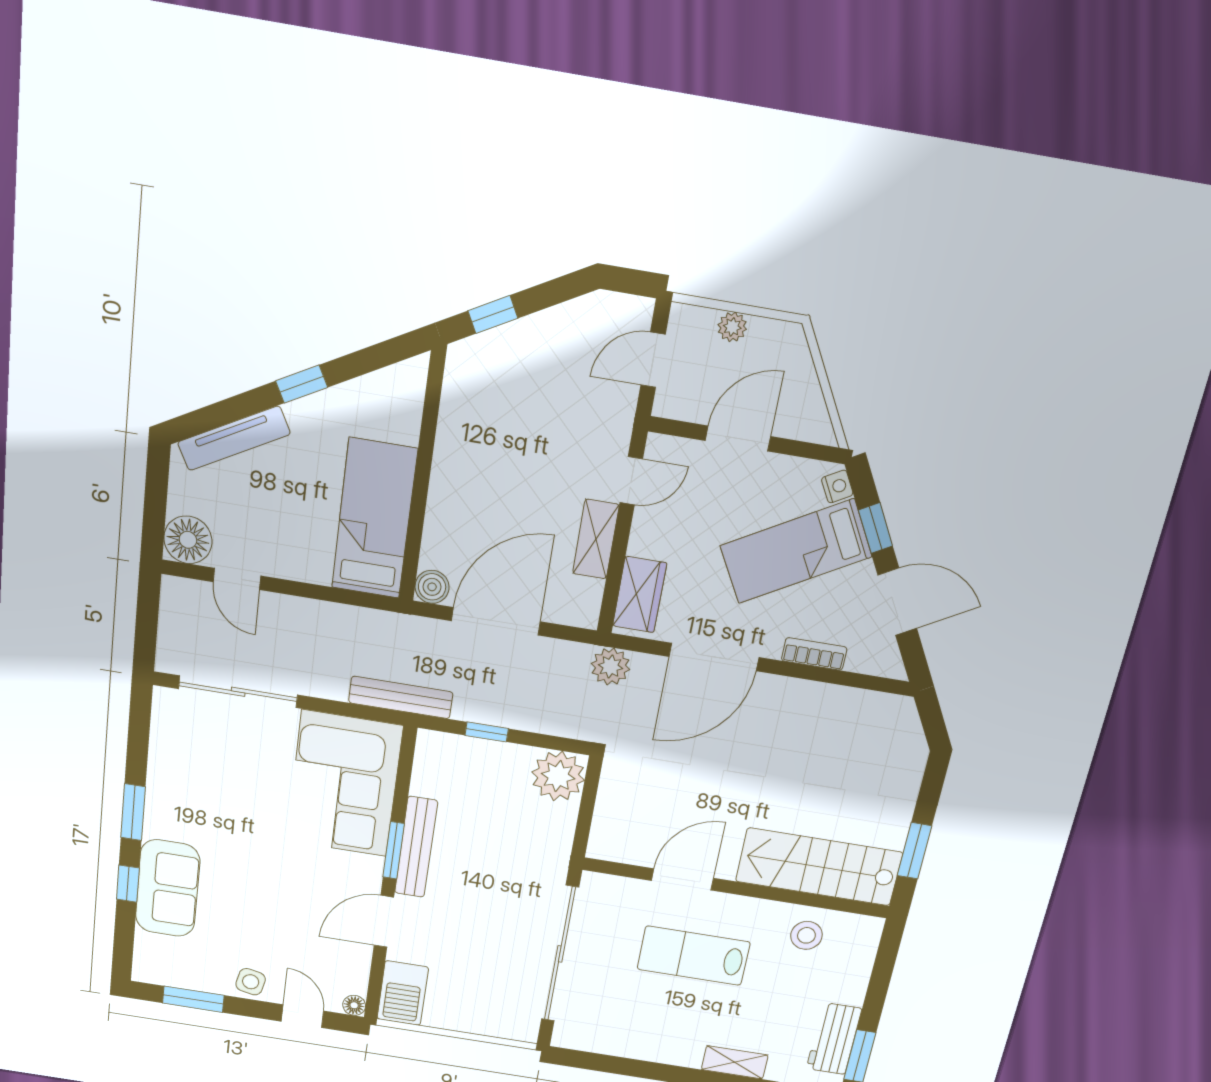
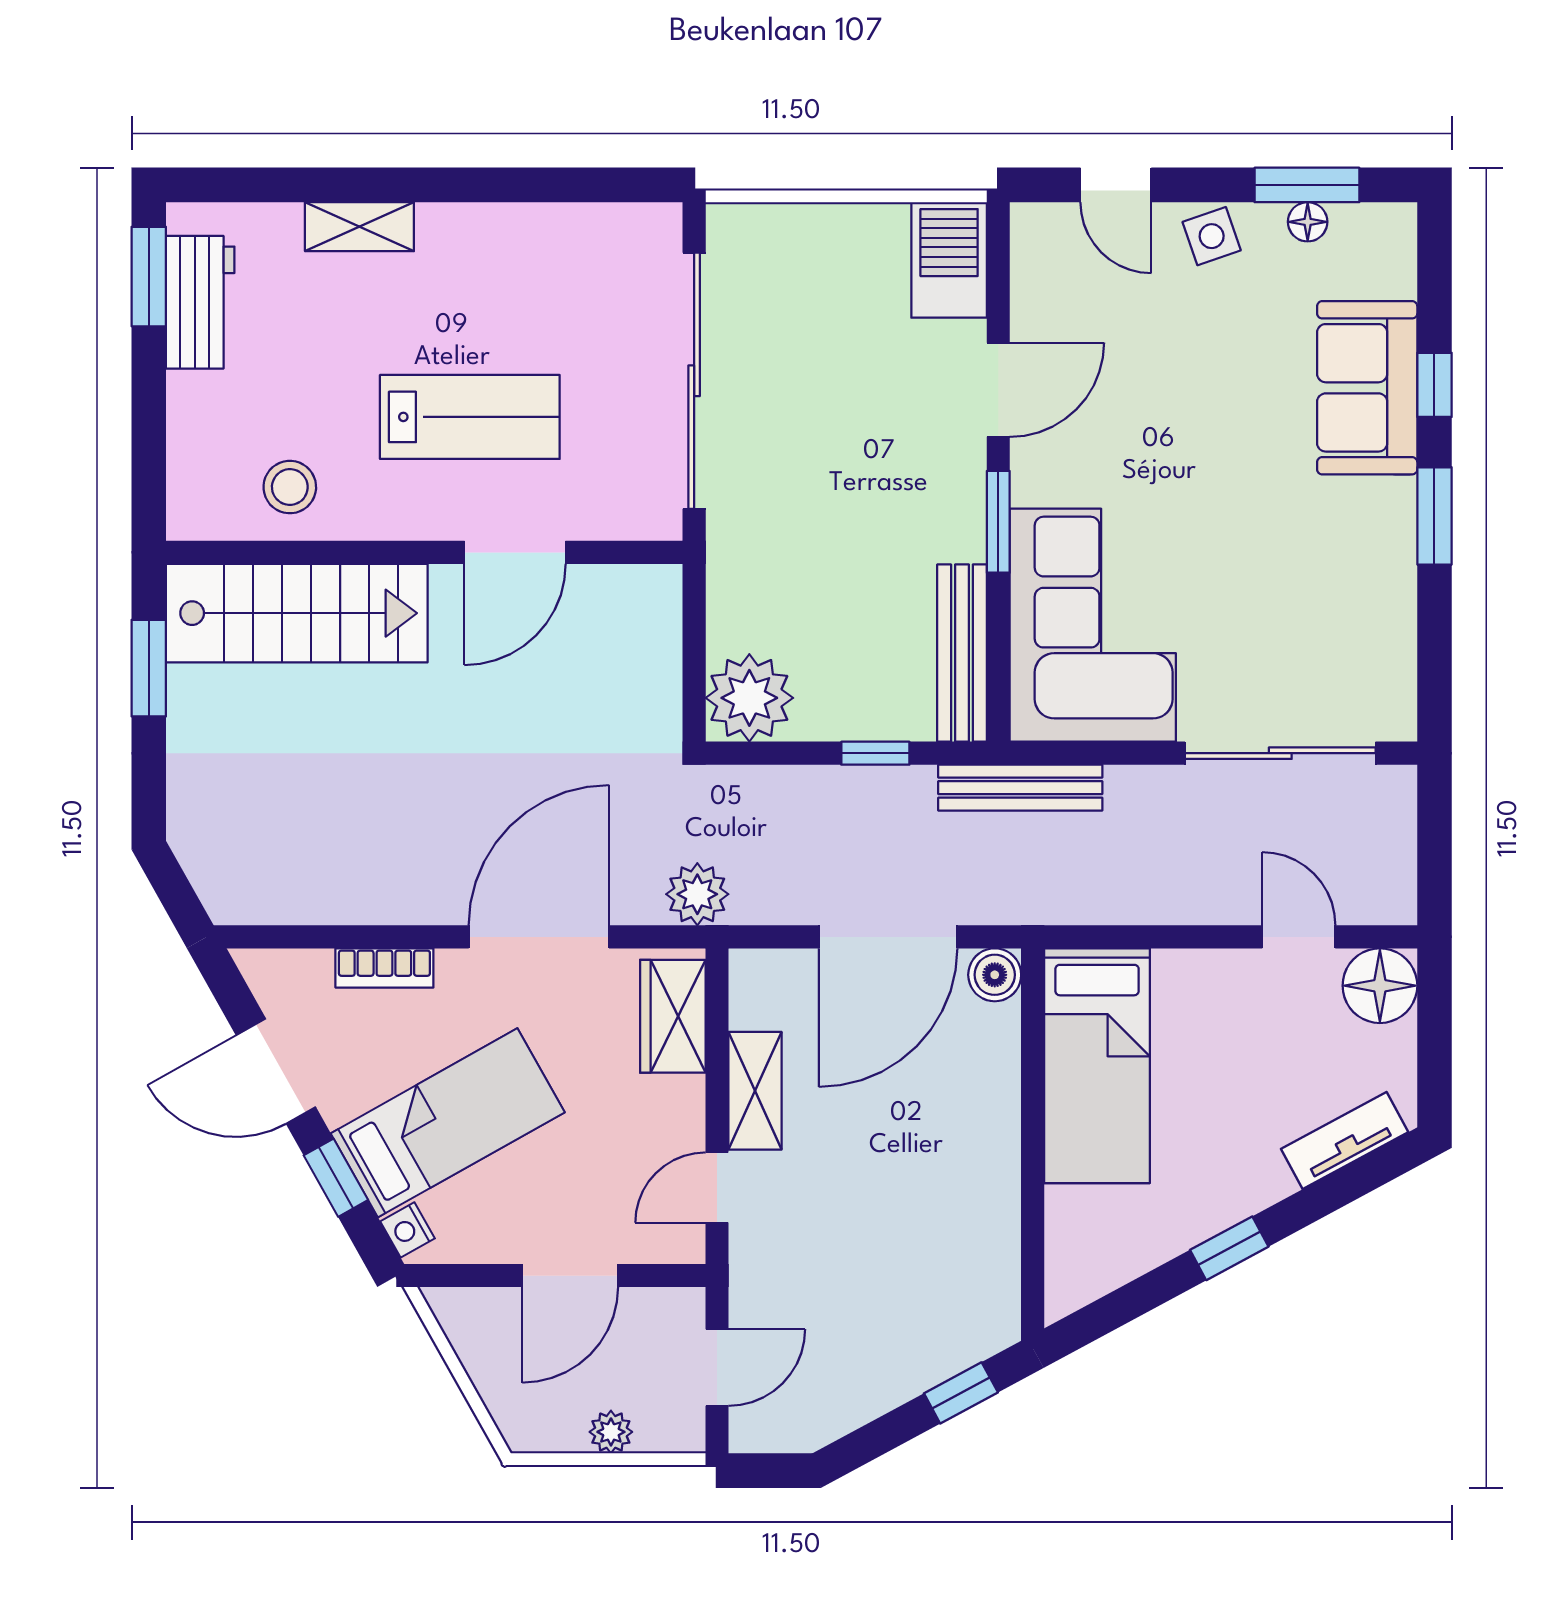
tv unit: (234, 438) -> (1345, 1141), width x0.71
bench: (416, 847) -> (962, 653), moved
side table: (251, 982) -> (1212, 236), turned -31
floor lamp: (354, 1005) -> (1308, 222), moved

